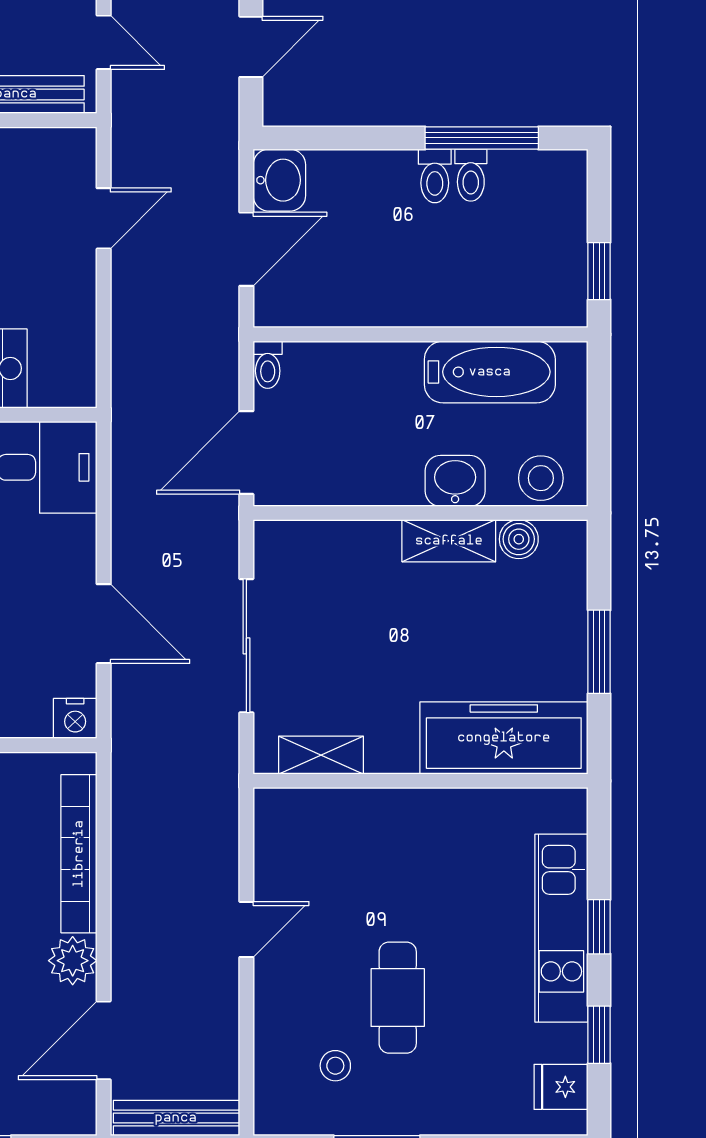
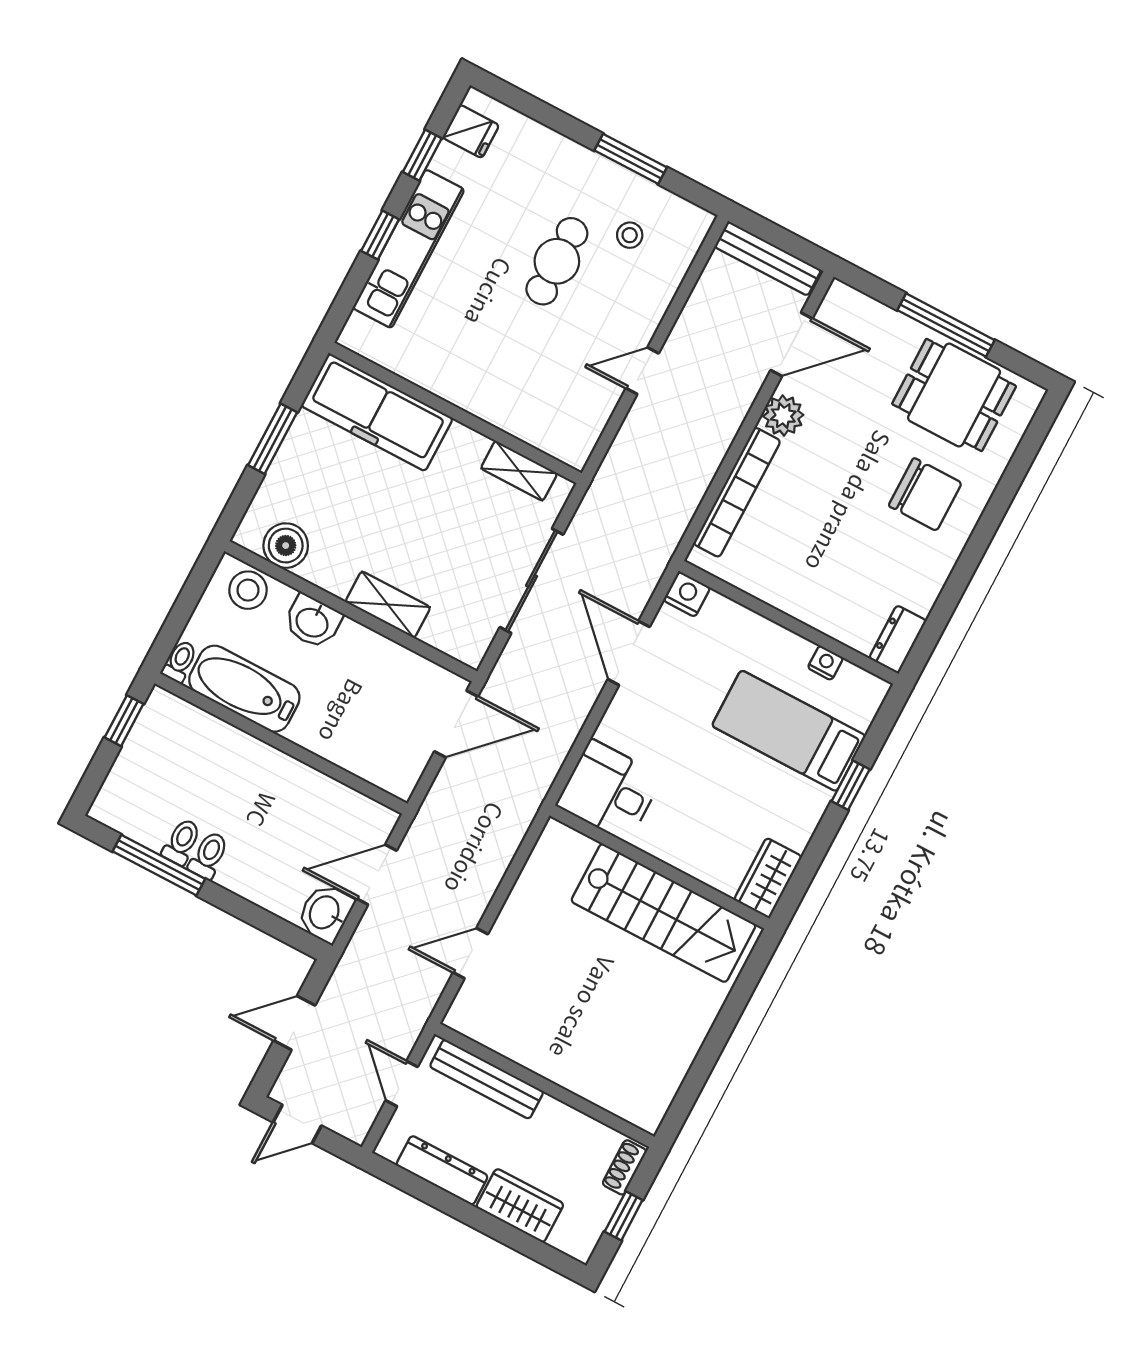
toilet: (268, 365) -> (180, 661), moved
boiler: (519, 539) -> (286, 546), width x1.36, depth x1.36
shelving: (449, 541) -> (388, 605), moved

